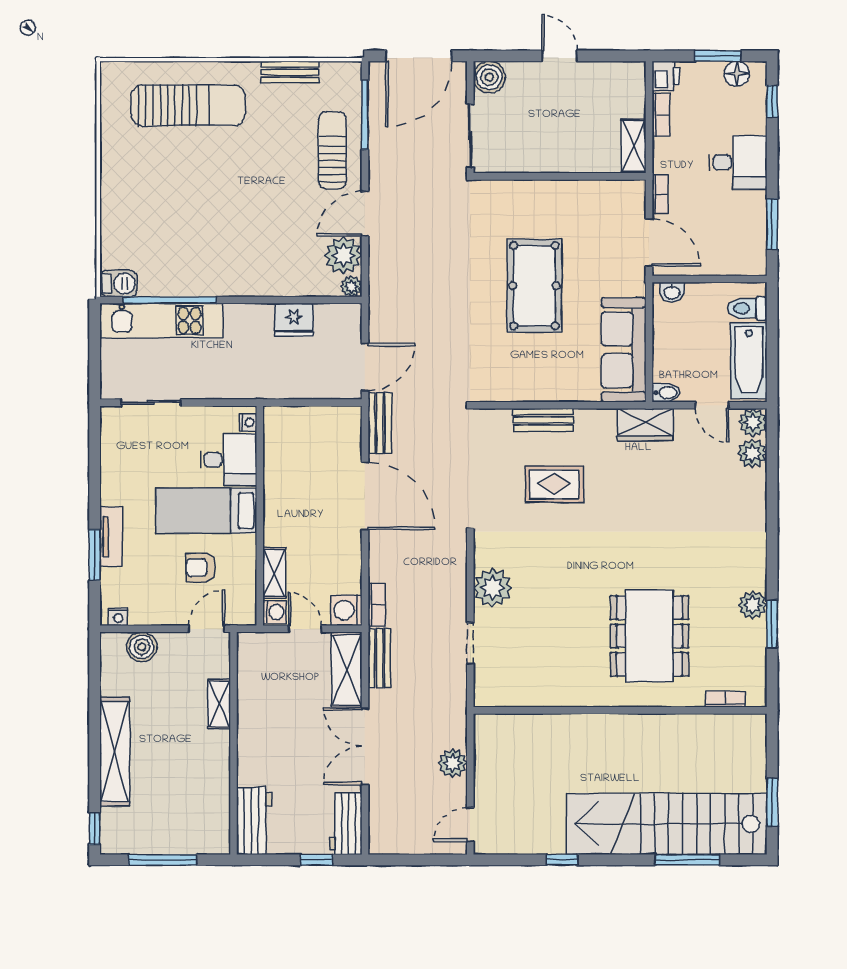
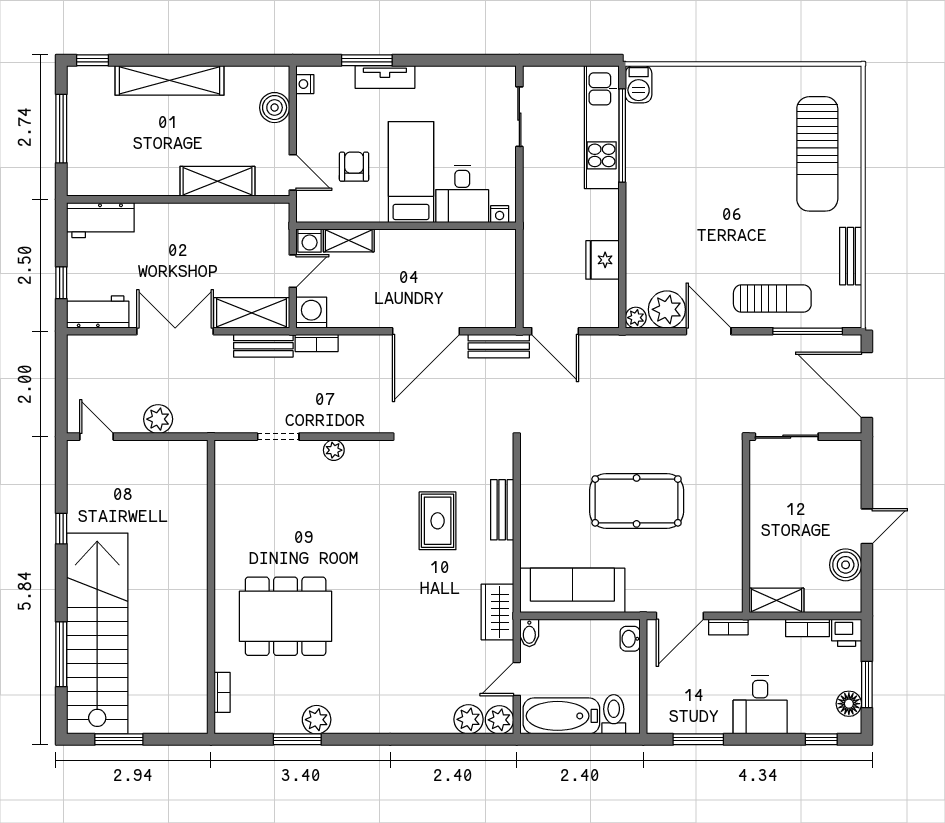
boiler: (489, 77) -> (846, 565), moved
plant: (493, 588) -> (334, 450), width x0.53, depth x0.53
shelving: (219, 704) -> (217, 181), width x1.50, depth x1.33

